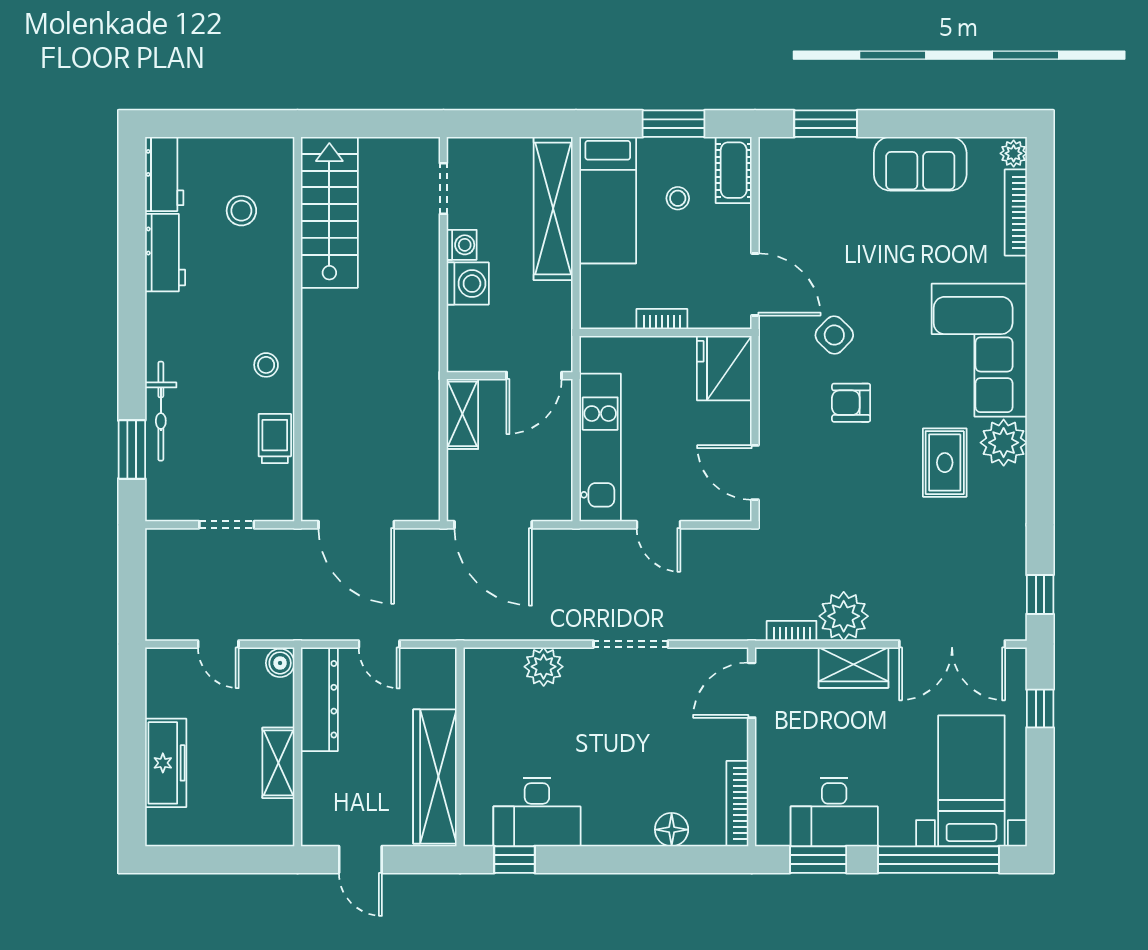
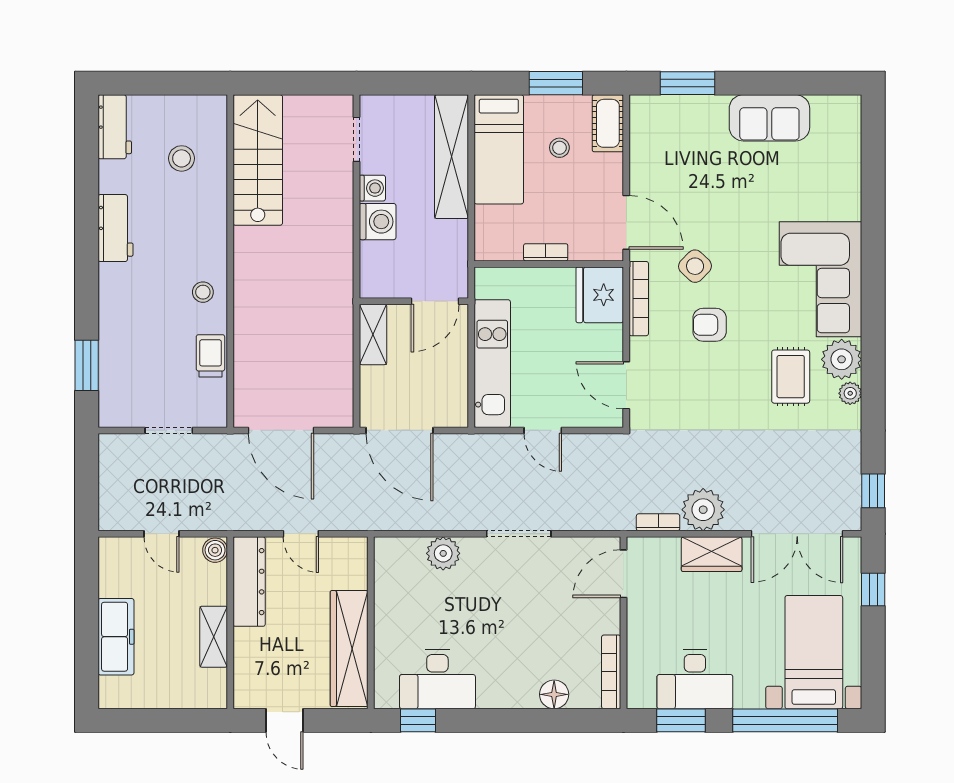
plant: (1014, 153) -> (850, 393), moved
bookcase: (1016, 212) -> (639, 299), moved, turned 180
workbench: (165, 253) -> (116, 228), moved
bicycle: (161, 411) -> (112, 332), removed

